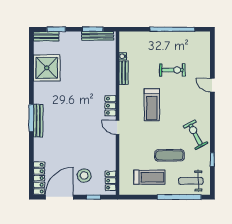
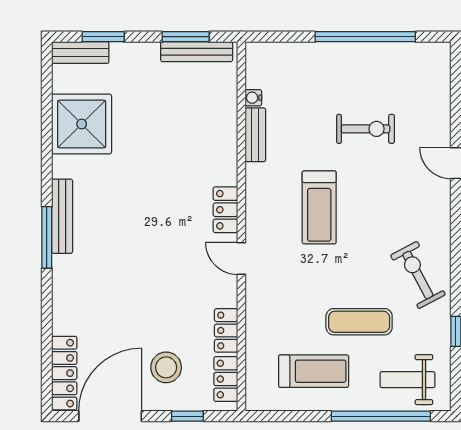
bench: (38, 121) -> (62, 216), moved
locker: (111, 159) -> (226, 330), added

